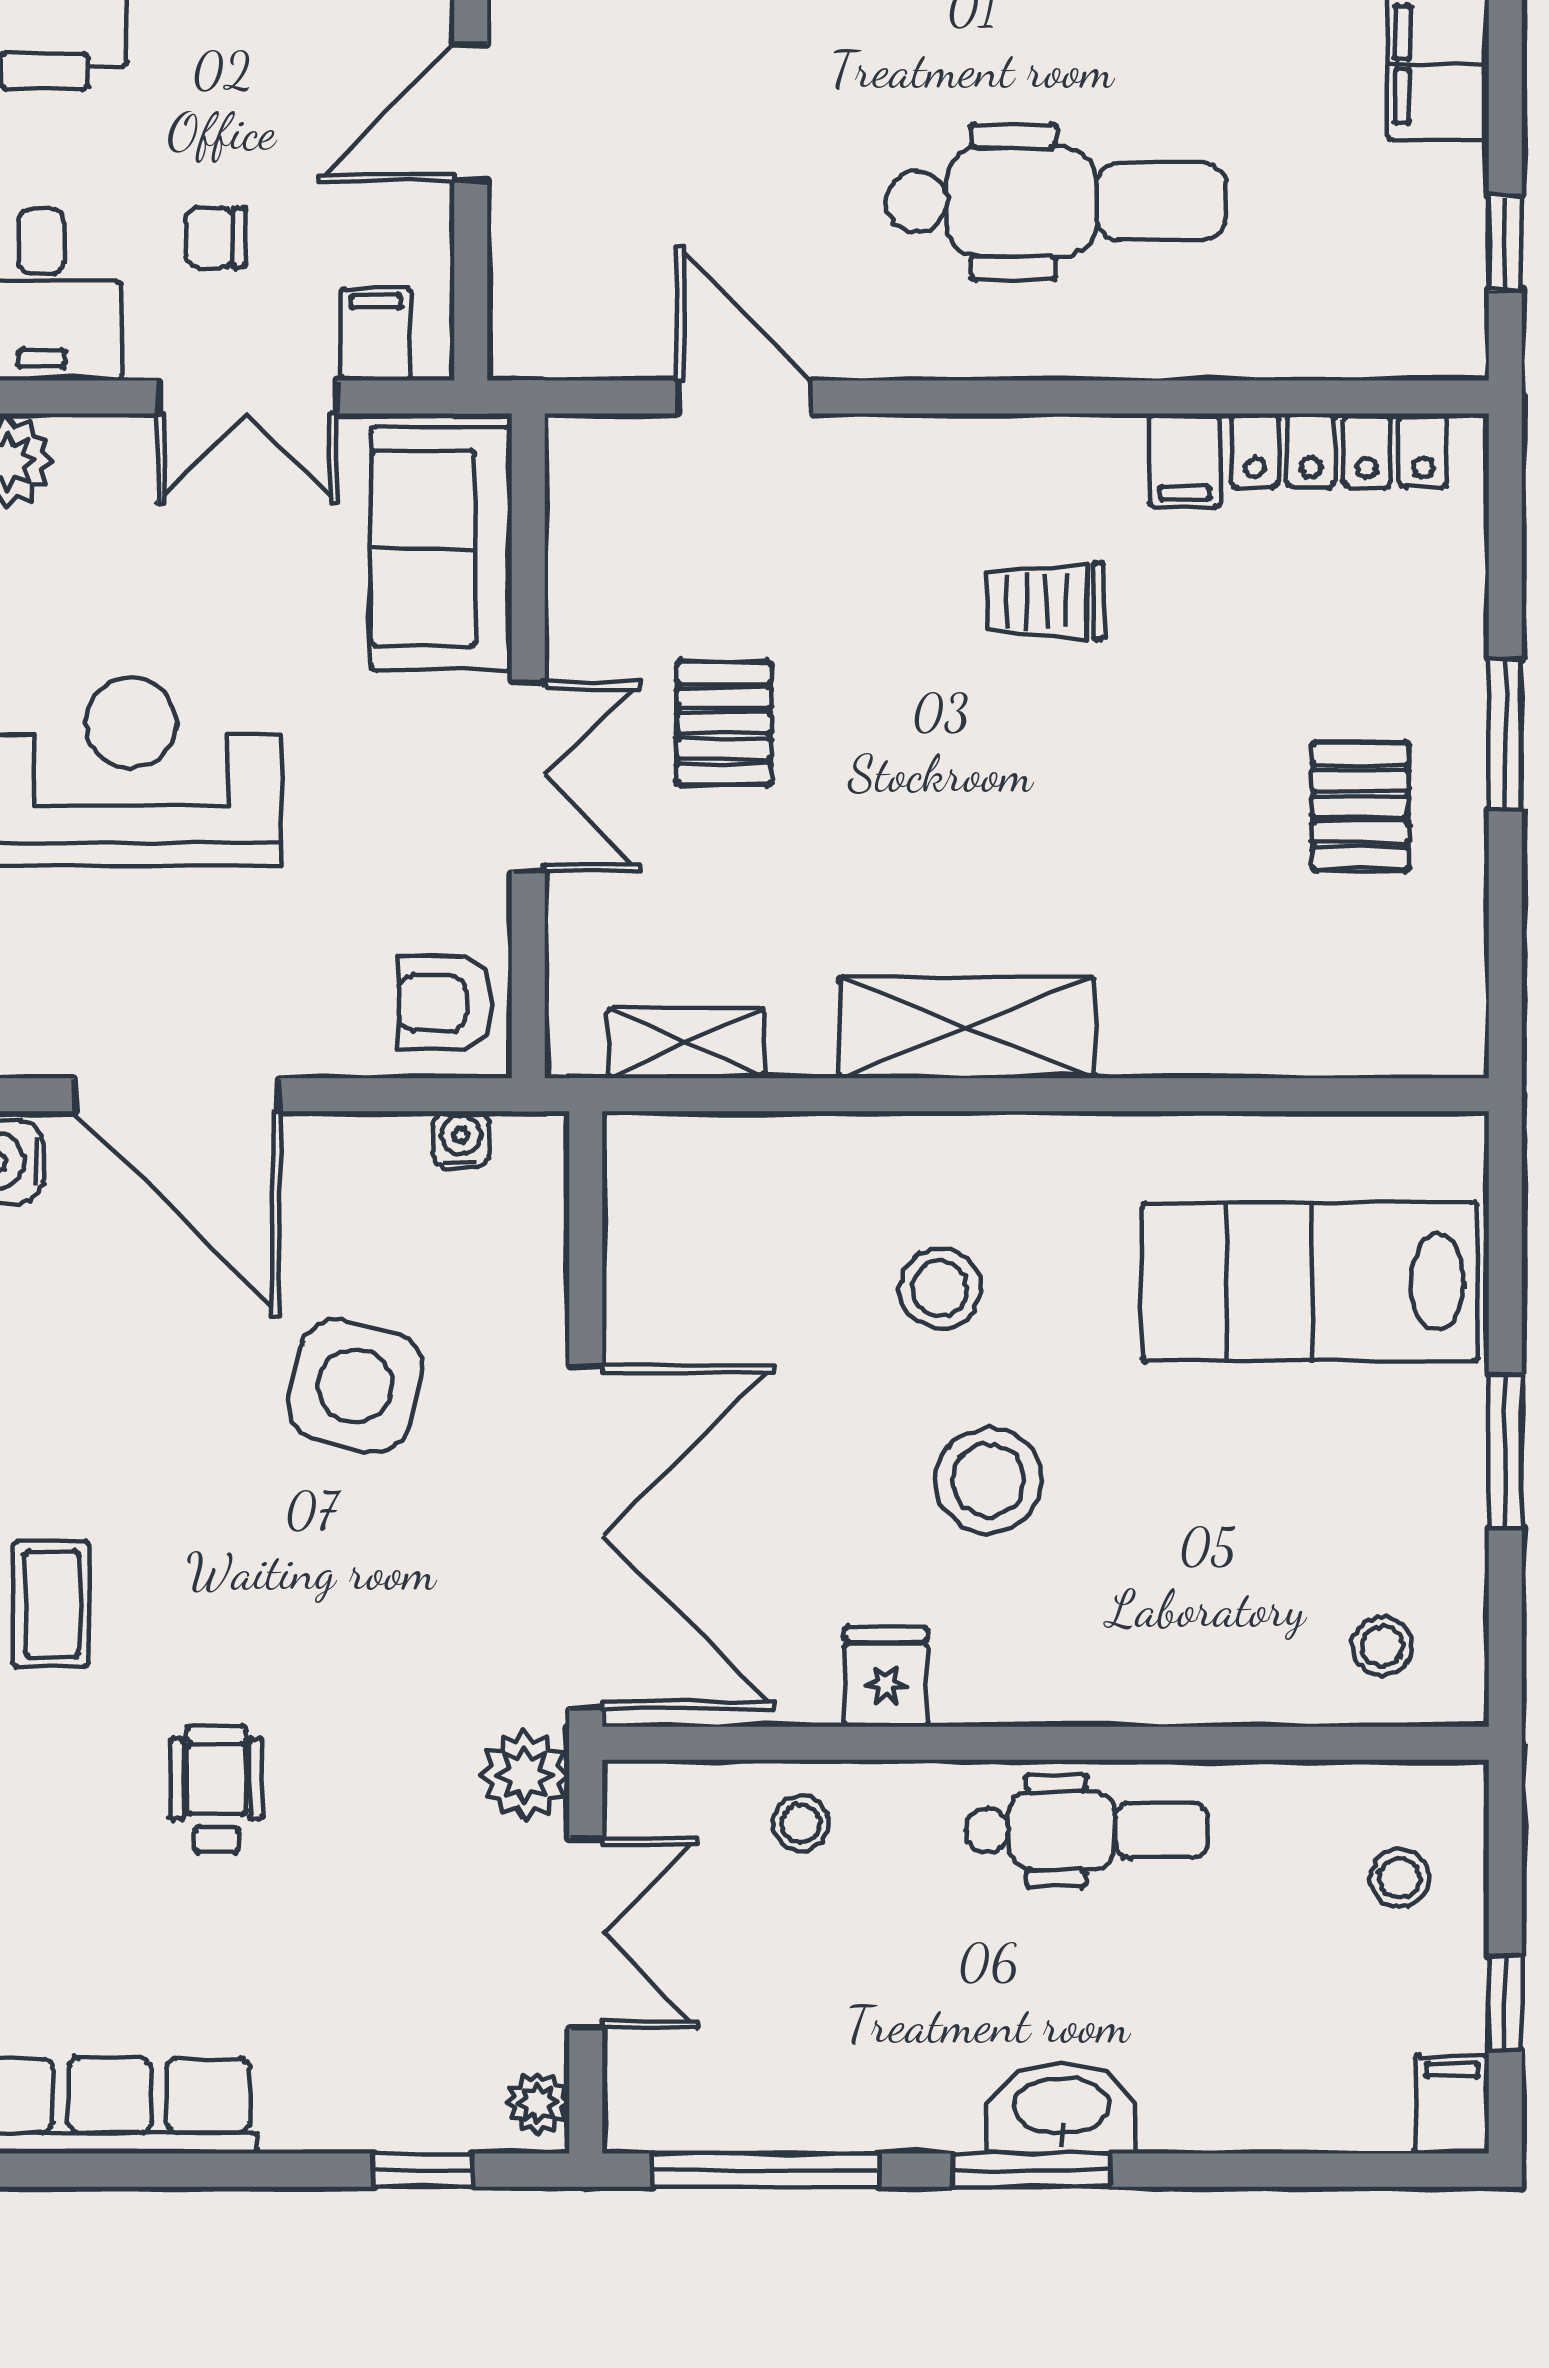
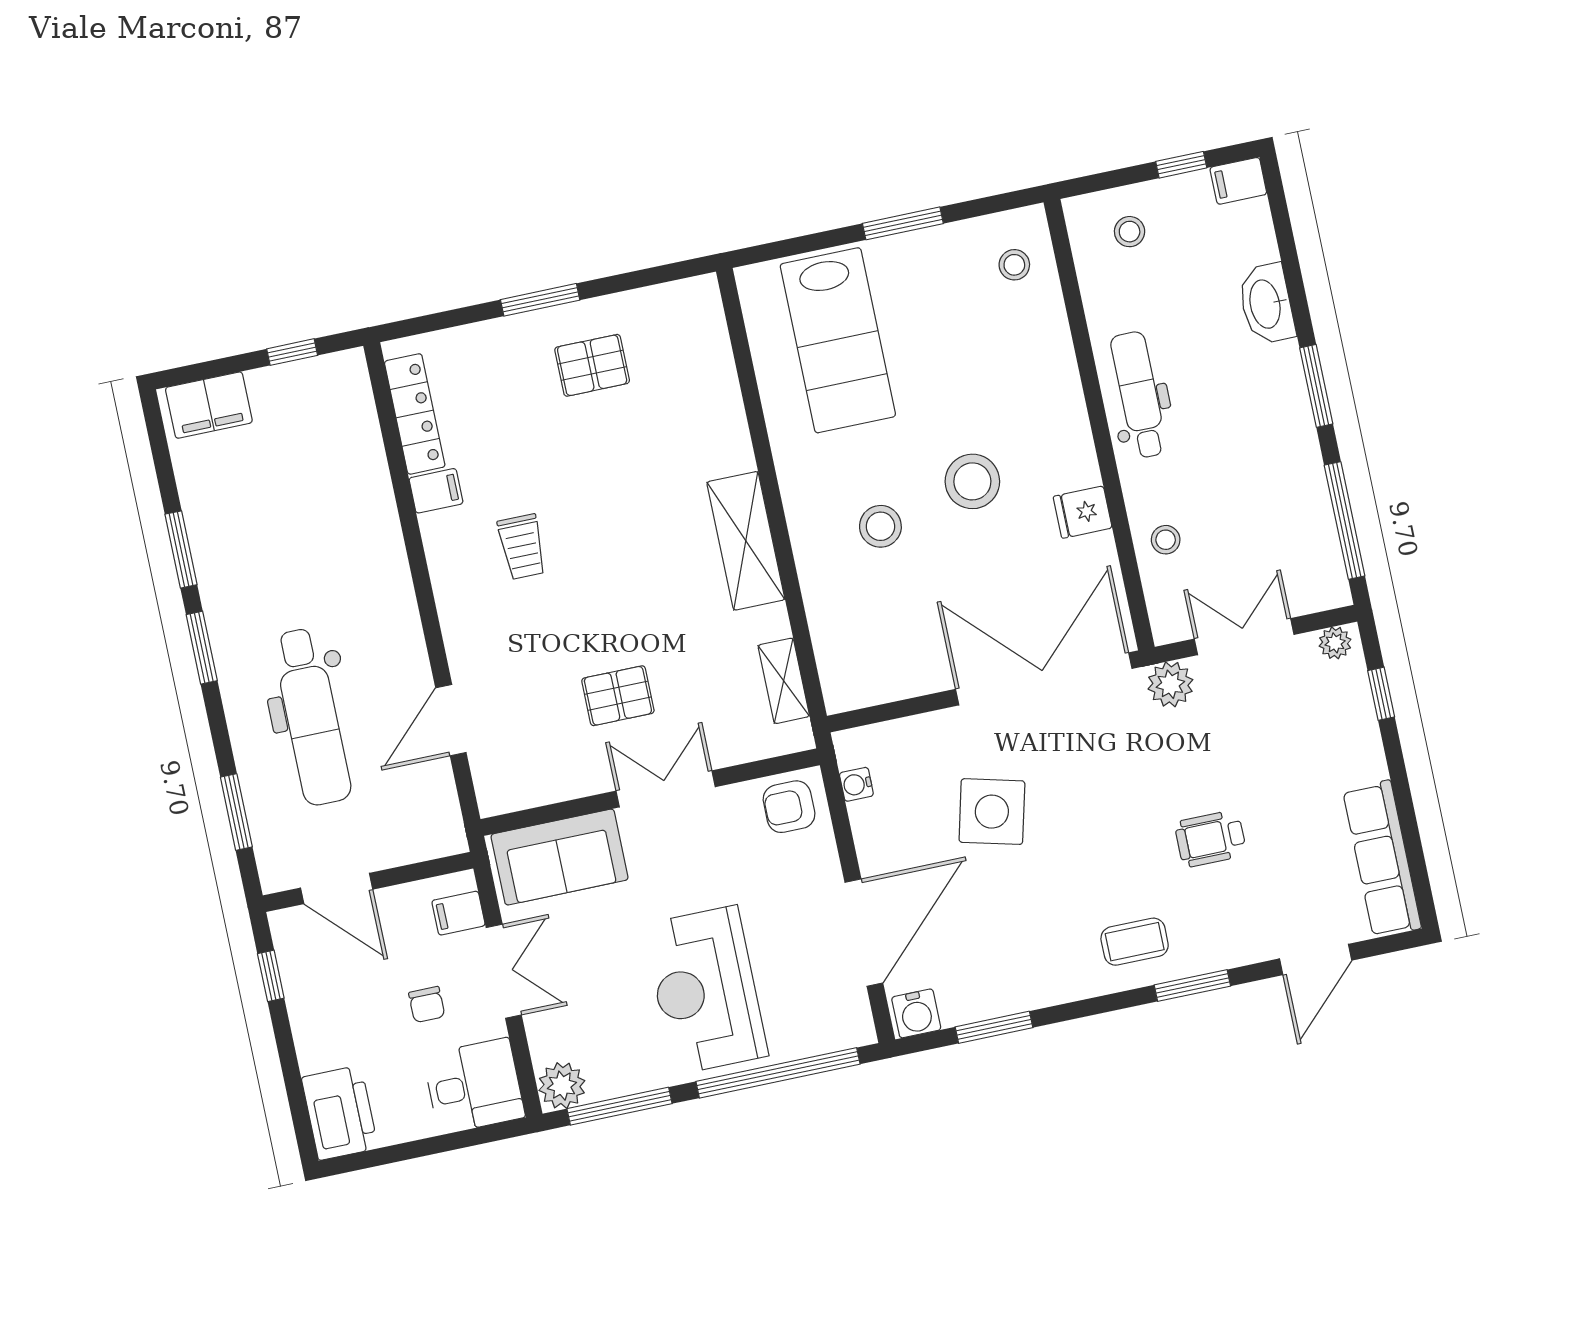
dental chair: (1056, 202) -> (312, 717), moved, turned 180
armchair: (445, 1003) -> (789, 807), turned 90
washbasin: (1061, 2108) -> (1266, 304), moved

